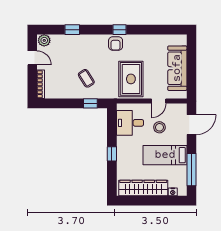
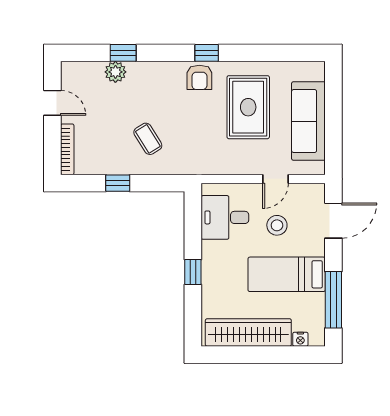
plant: (44, 40) -> (115, 72), moved
rug: (131, 79) -> (248, 107), moved
window: (90, 103) -> (118, 183), moved

